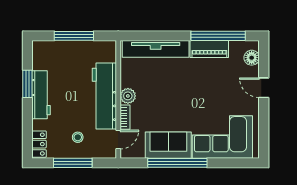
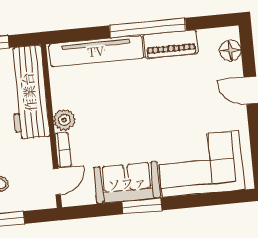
window: (218, 36) -> (148, 28), moved
workbench: (104, 96) -> (29, 92), moved
window: (177, 163) -> (142, 206), width x0.47

